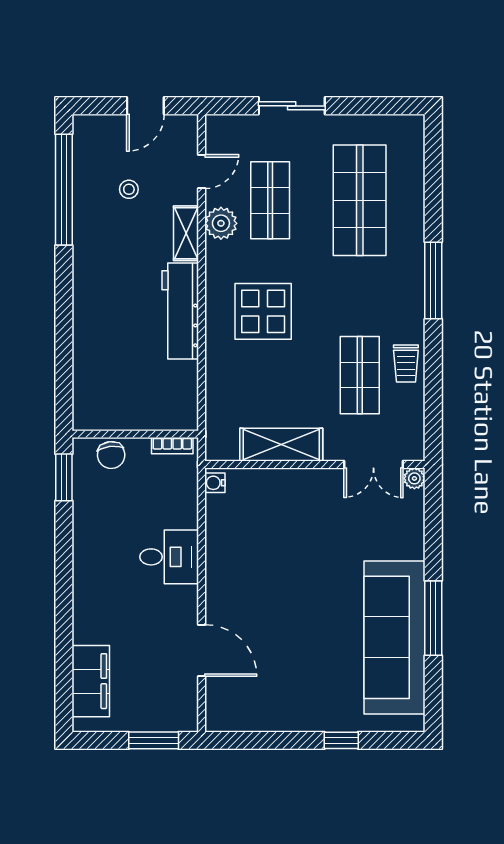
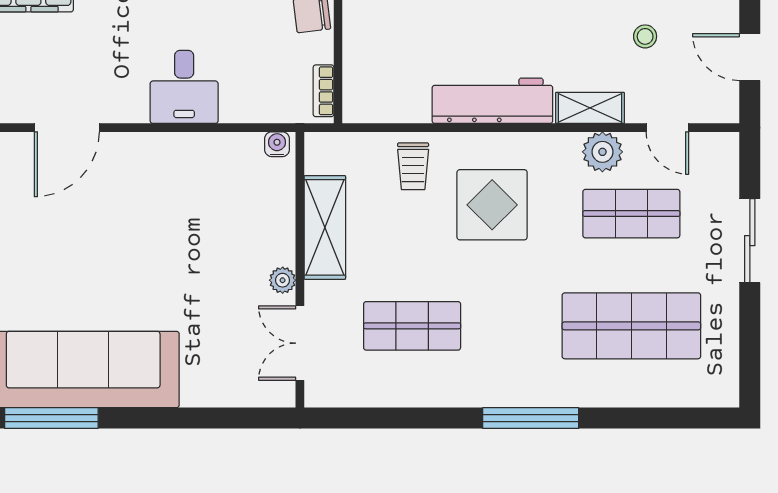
trolley: (406, 364) -> (413, 166), moved, turned -90
plant: (414, 478) -> (283, 280), moved
window: (433, 618) -> (51, 418), moved

